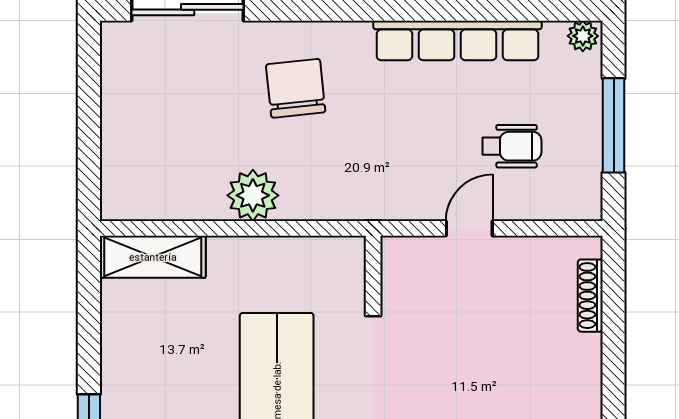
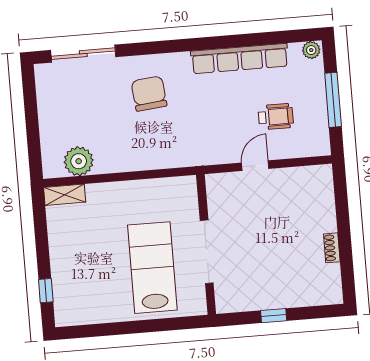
plant: (253, 195) -> (79, 161), moved
shelving: (153, 257) -> (65, 195), width x0.67, depth x0.75
shoe rack: (590, 296) -> (332, 248), moved, width x0.70

